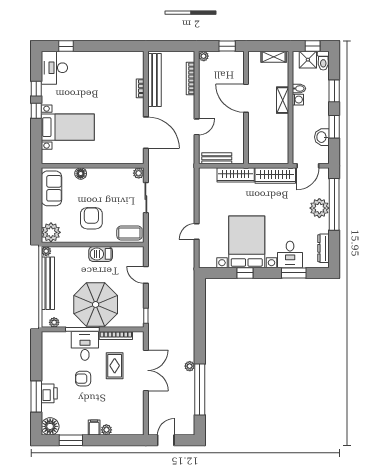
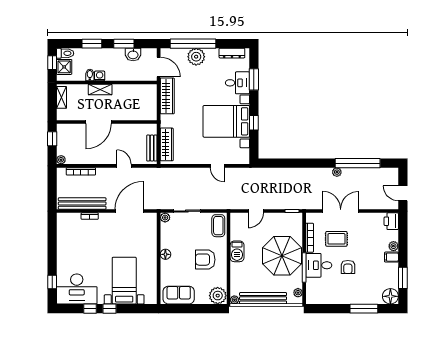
desk: (54, 68) -> (77, 289), width x1.36, depth x1.30
floor lamp: (81, 174) -> (165, 254), moved
wardrobe: (236, 175) -> (167, 144), moved
printer: (49, 393) -> (391, 221), moved, turned -90

